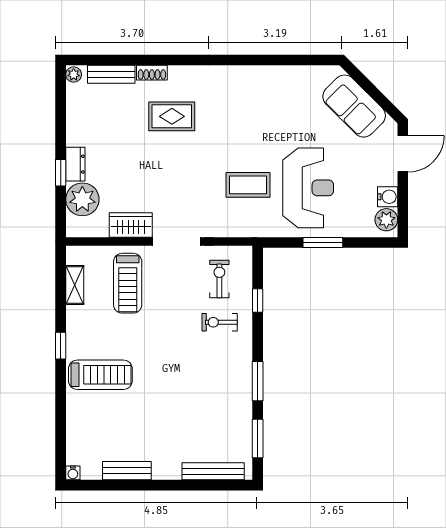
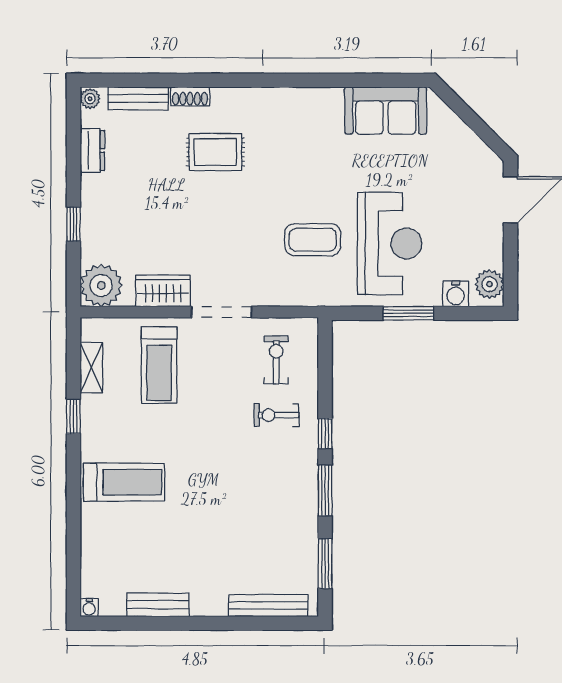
sofa: (354, 106) -> (386, 110), moved, turned -45
dresser: (75, 164) -> (92, 150), moved
water cooler: (388, 197) -> (456, 294), moved, turned 90
plant: (82, 199) -> (101, 285), moved
window: (258, 301) -> (325, 434), moved
window: (61, 346) -> (73, 416), moved

